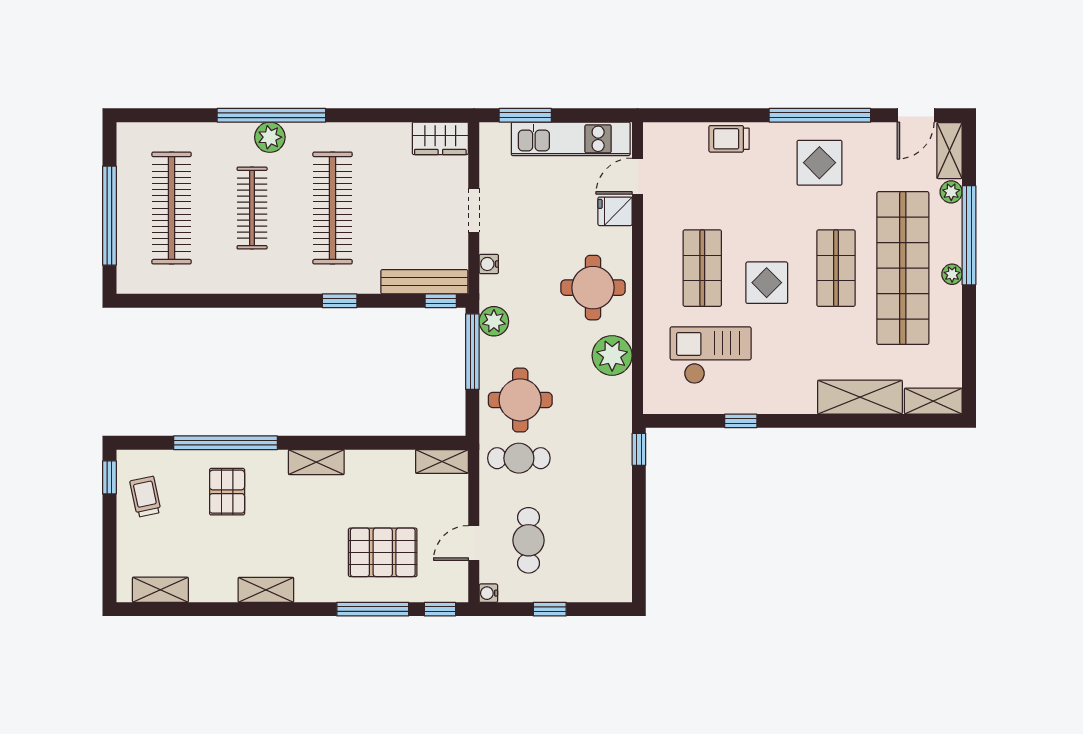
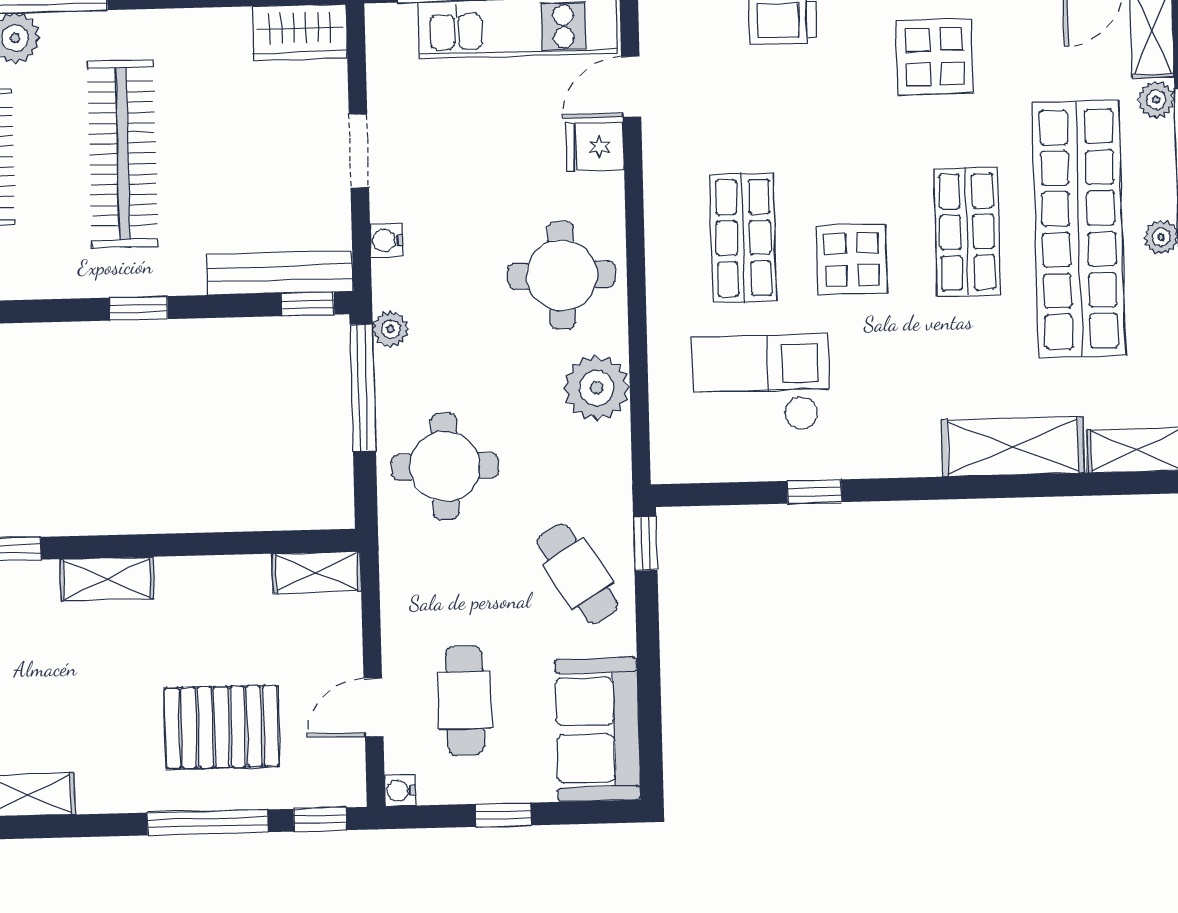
plant: (494, 321) -> (391, 329), width x0.73, depth x0.73
cafe table: (519, 458) -> (577, 574), moved, turned 58
sofa: (607, 560) -> (598, 730), added

